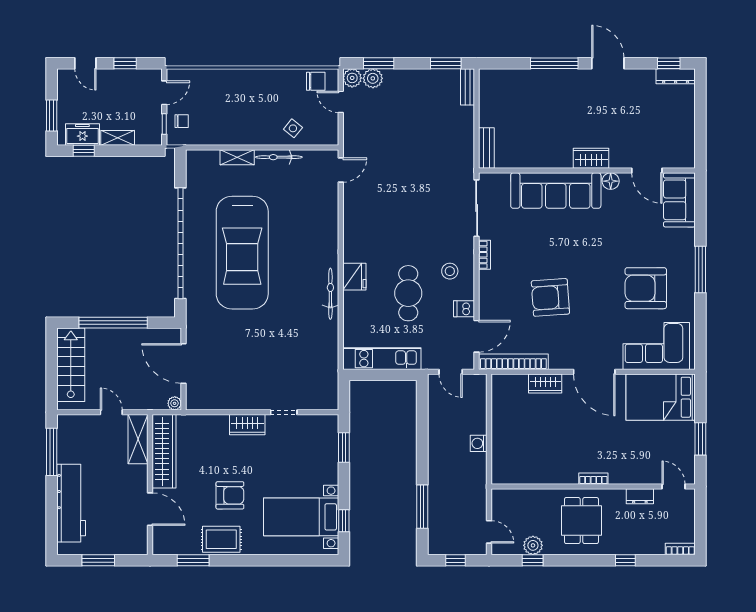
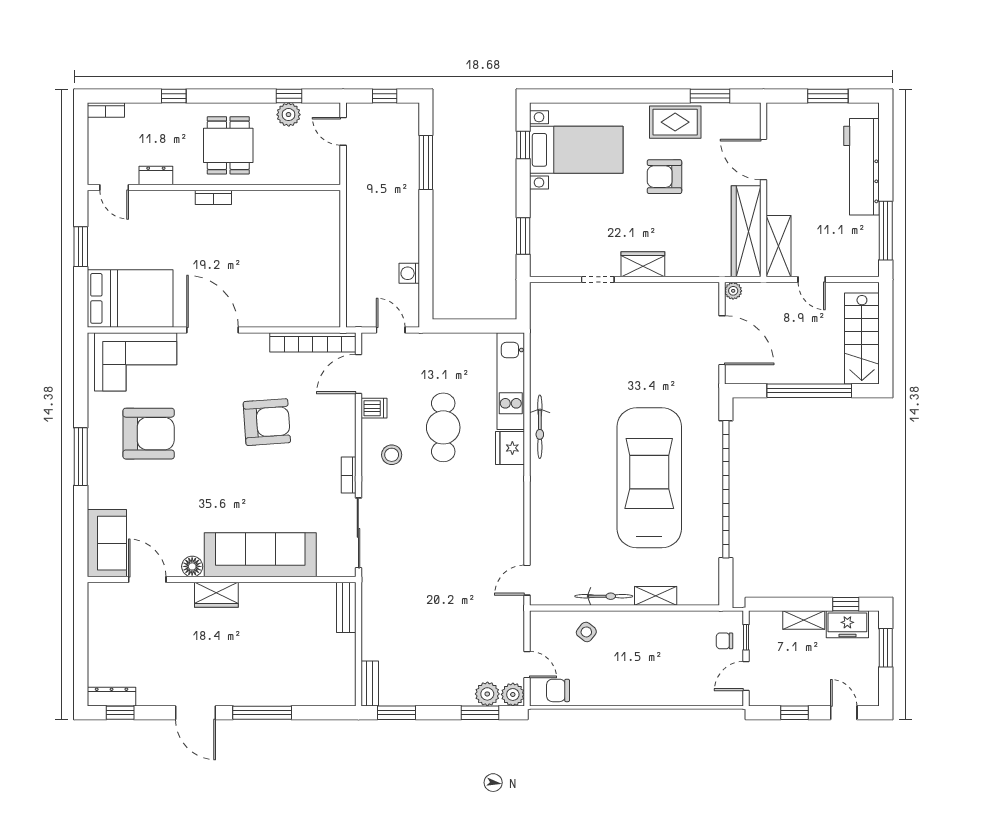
kitchen unit: (382, 359) -> (511, 381), moved, turned 90
wardrobe: (545, 383) -> (273, 315), removed
washing machine: (479, 443) -> (409, 273), moved, turned 180

